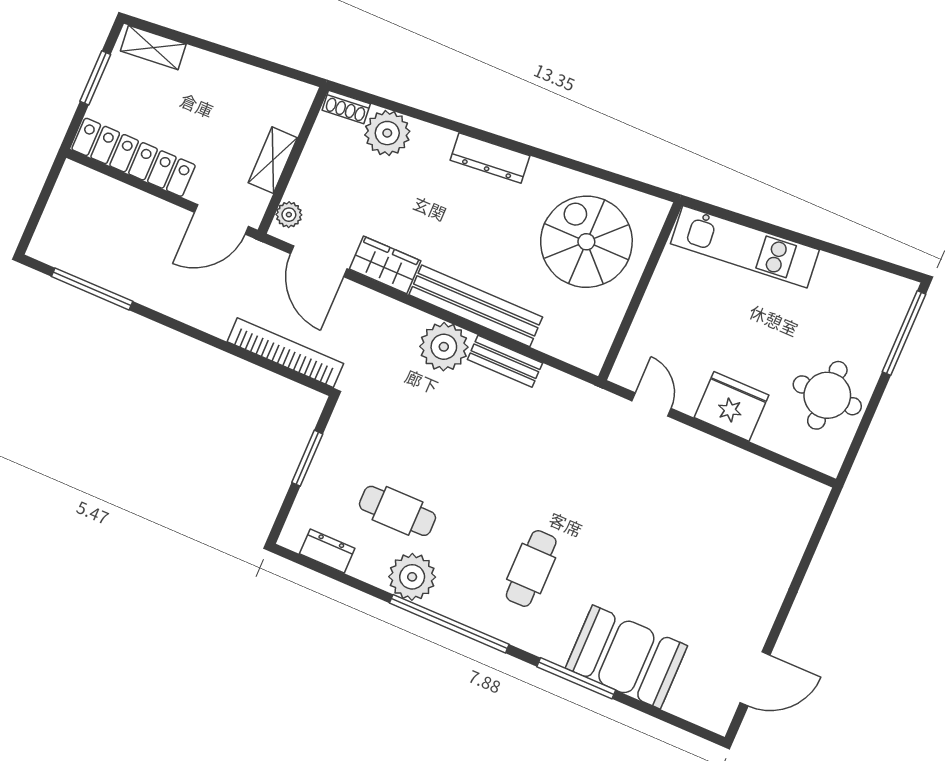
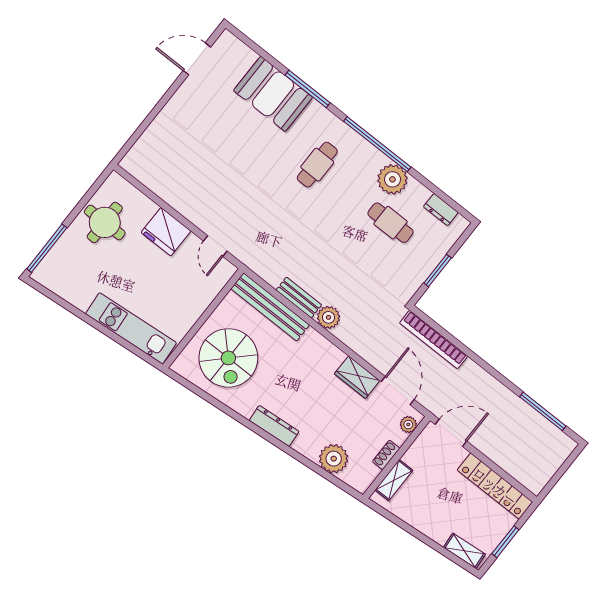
shoe rack: (346, 107) -> (386, 455), moved, turned -85
shelving: (273, 160) -> (394, 480), moved
bench: (476, 306) -> (270, 307), moved
plant: (444, 347) -> (328, 317), width x0.73, depth x0.73

